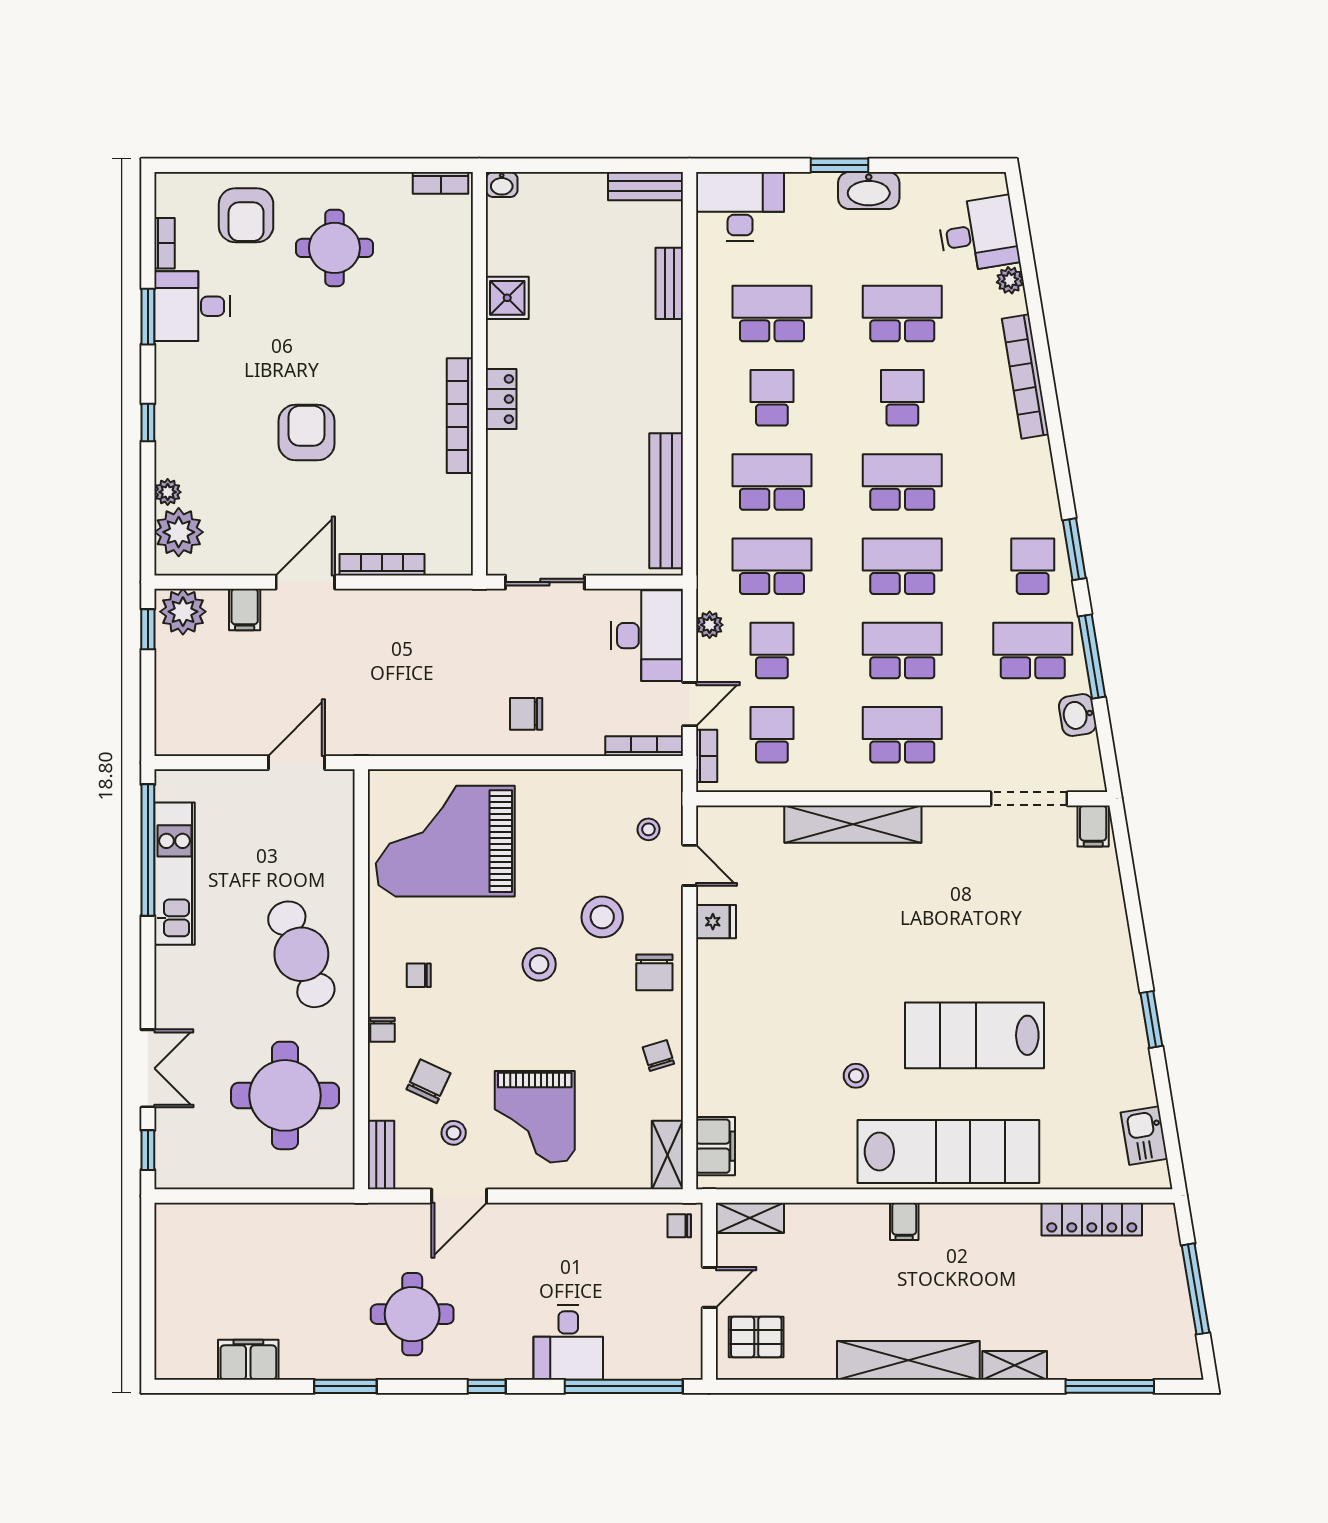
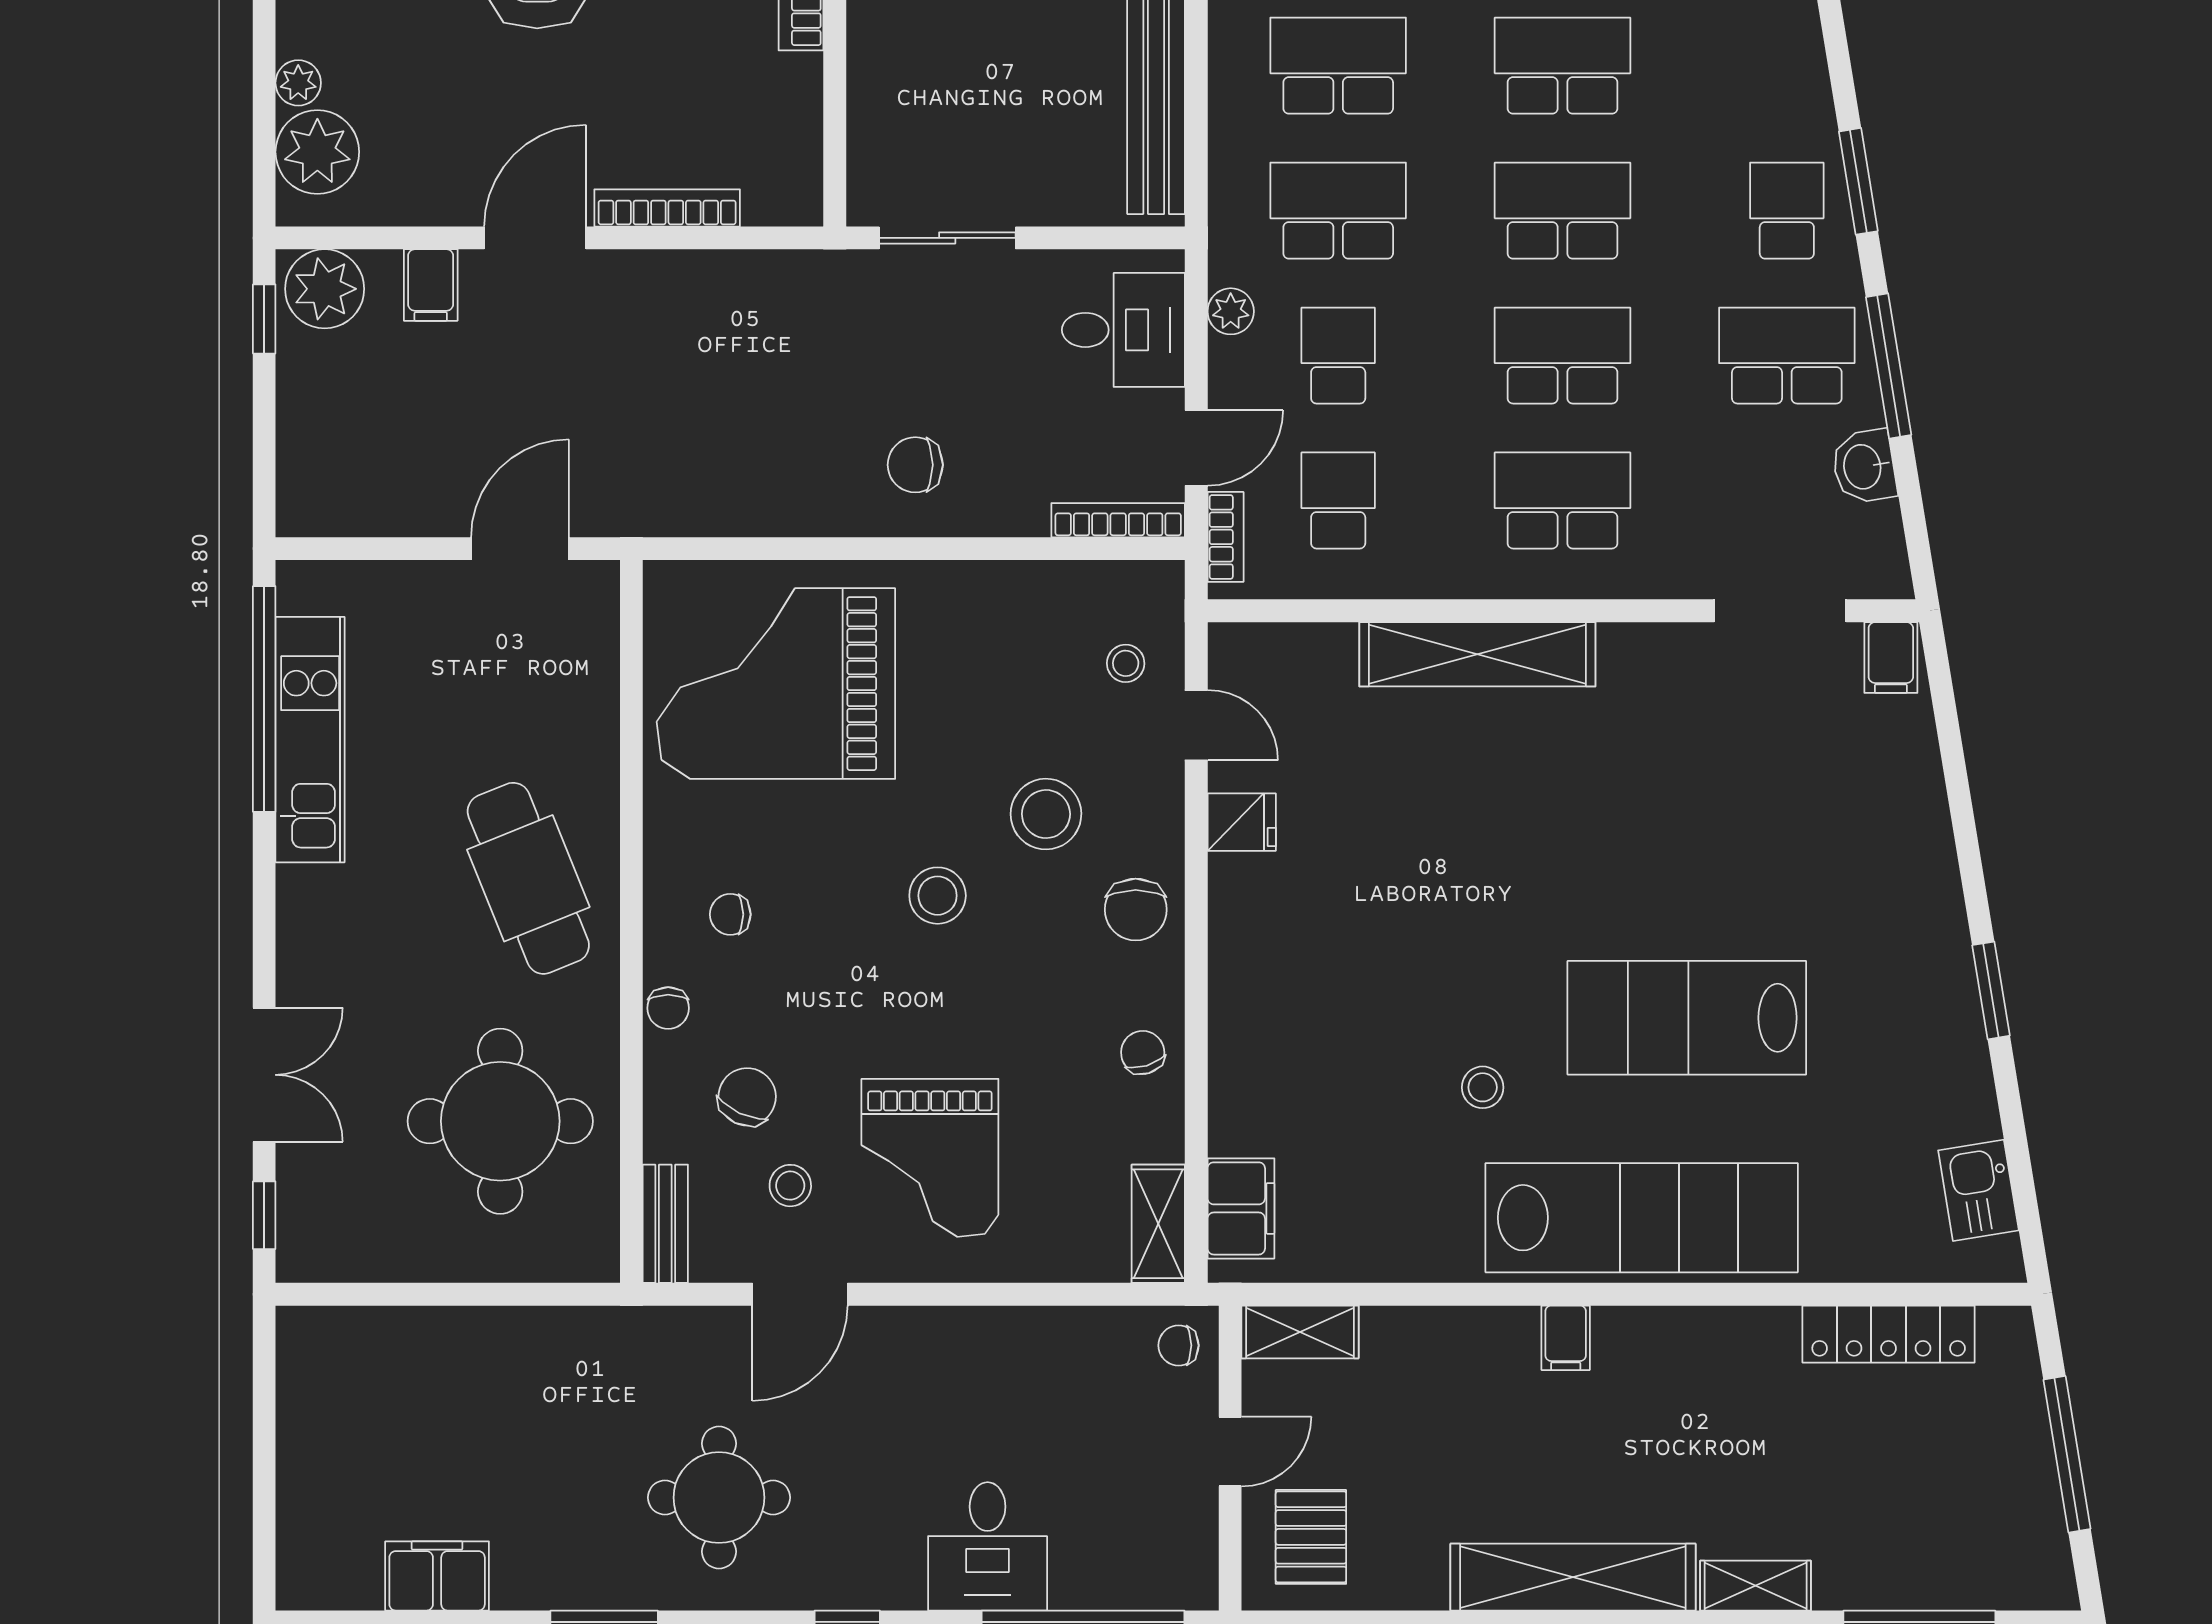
desk: (647, 636) -> (1123, 330), width x0.73
pallet: (756, 1337) -> (1311, 1537), turned 90

